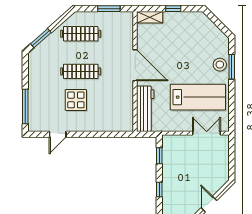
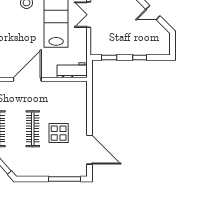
workbench: (145, 109) -> (72, 70), width x0.73
door: (58, 134) -> (90, 150), width x1.88

